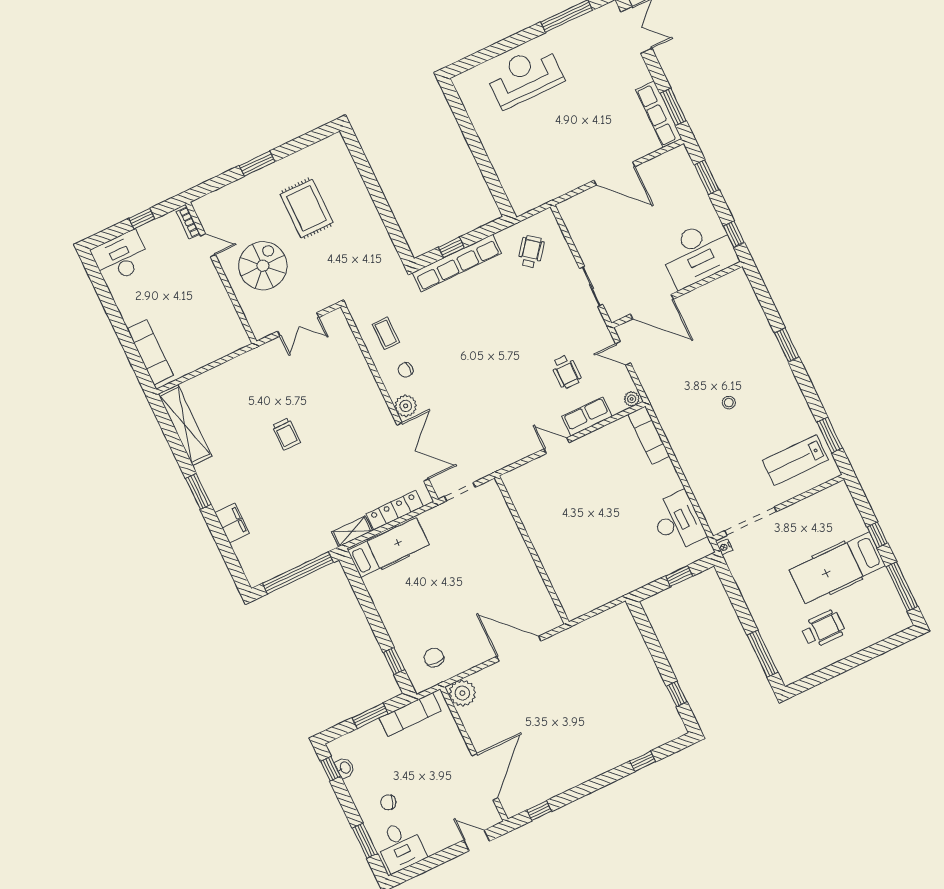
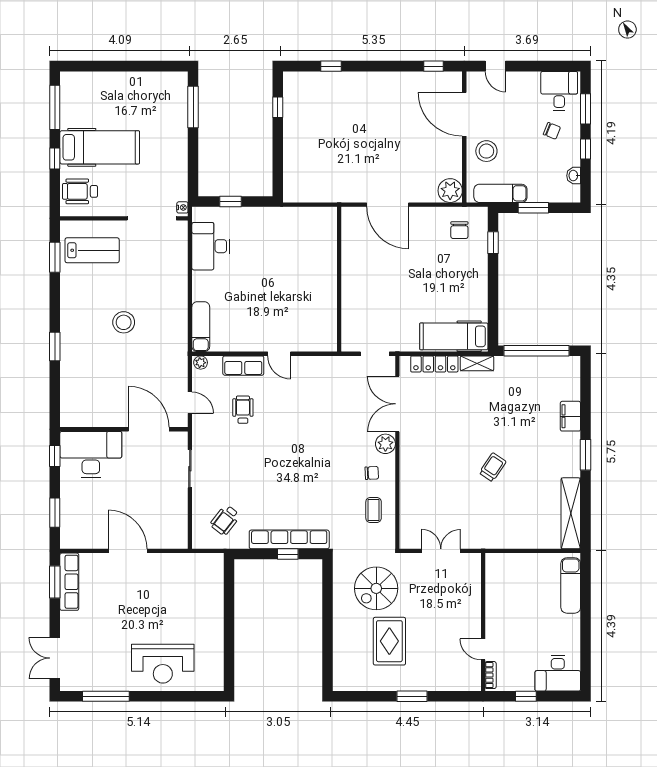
spiral stairs: (263, 266) -> (376, 588), moved
stool: (729, 403) -> (124, 322), width x1.89, depth x1.89
trolley: (286, 434) -> (493, 467), turned 34
wheelchair: (823, 629) -> (80, 191), moved
stool: (445, 750) -> (486, 151), added
window: (330, 769) -> (586, 149), moved
door: (485, 777) -> (464, 114), hinge flipped

